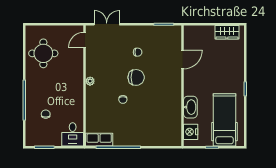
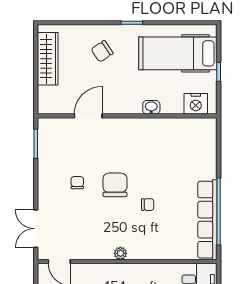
wardrobe: (227, 32) -> (48, 59), width x1.50
door: (183, 59) -> (88, 116), hinge flipped
chair: (226, 69) -> (102, 51), added
washbasin: (190, 107) -> (151, 107), width x0.52, depth x0.69
row of seats: (99, 140) -> (207, 220), width x2.02

